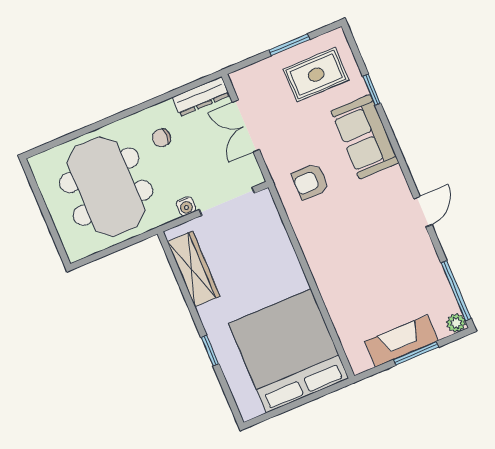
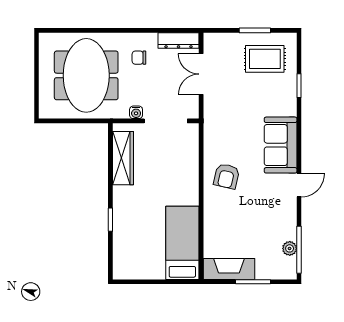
sofa: (365, 137) -> (281, 145), moved
armchair: (310, 181) -> (226, 176), moved, turned -77
plant: (456, 323) -> (290, 248), moved
fireplace: (401, 341) -> (229, 269), moved
bed: (289, 351) -> (182, 243), width x0.49

